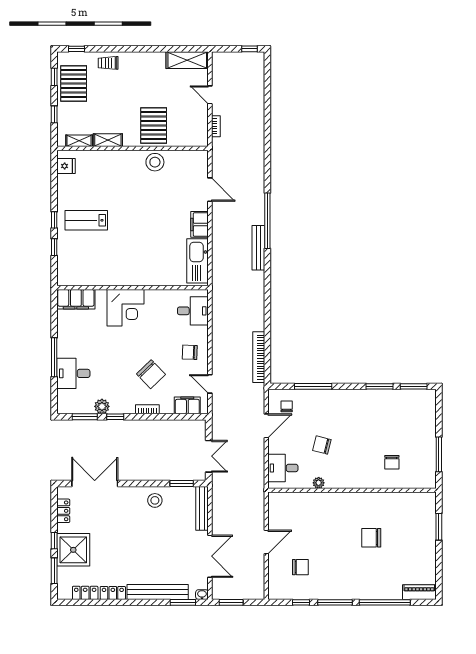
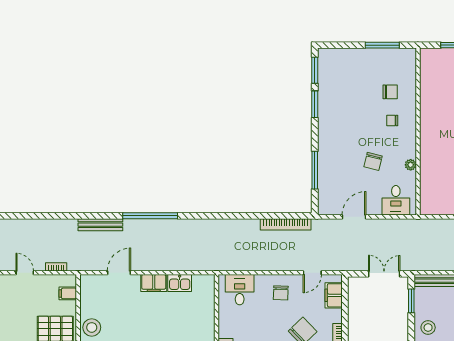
door: (210, 95) -> (25, 273), swing flipped
filing cabinet: (189, 138) -> (68, 293), added
bench: (258, 248) -> (100, 225), moved
kitchen sink: (198, 261) -> (180, 283), width x0.53, depth x0.81
chair: (287, 406) -> (392, 120), moved
door: (266, 426) -> (354, 217), hinge flipped

